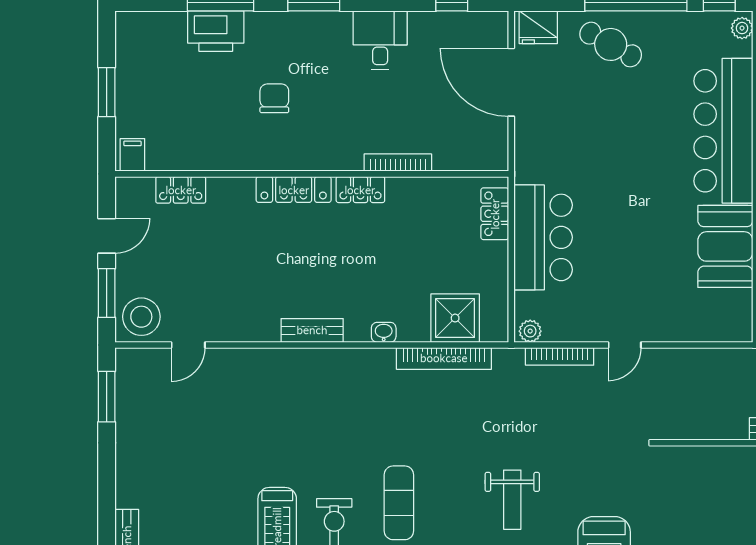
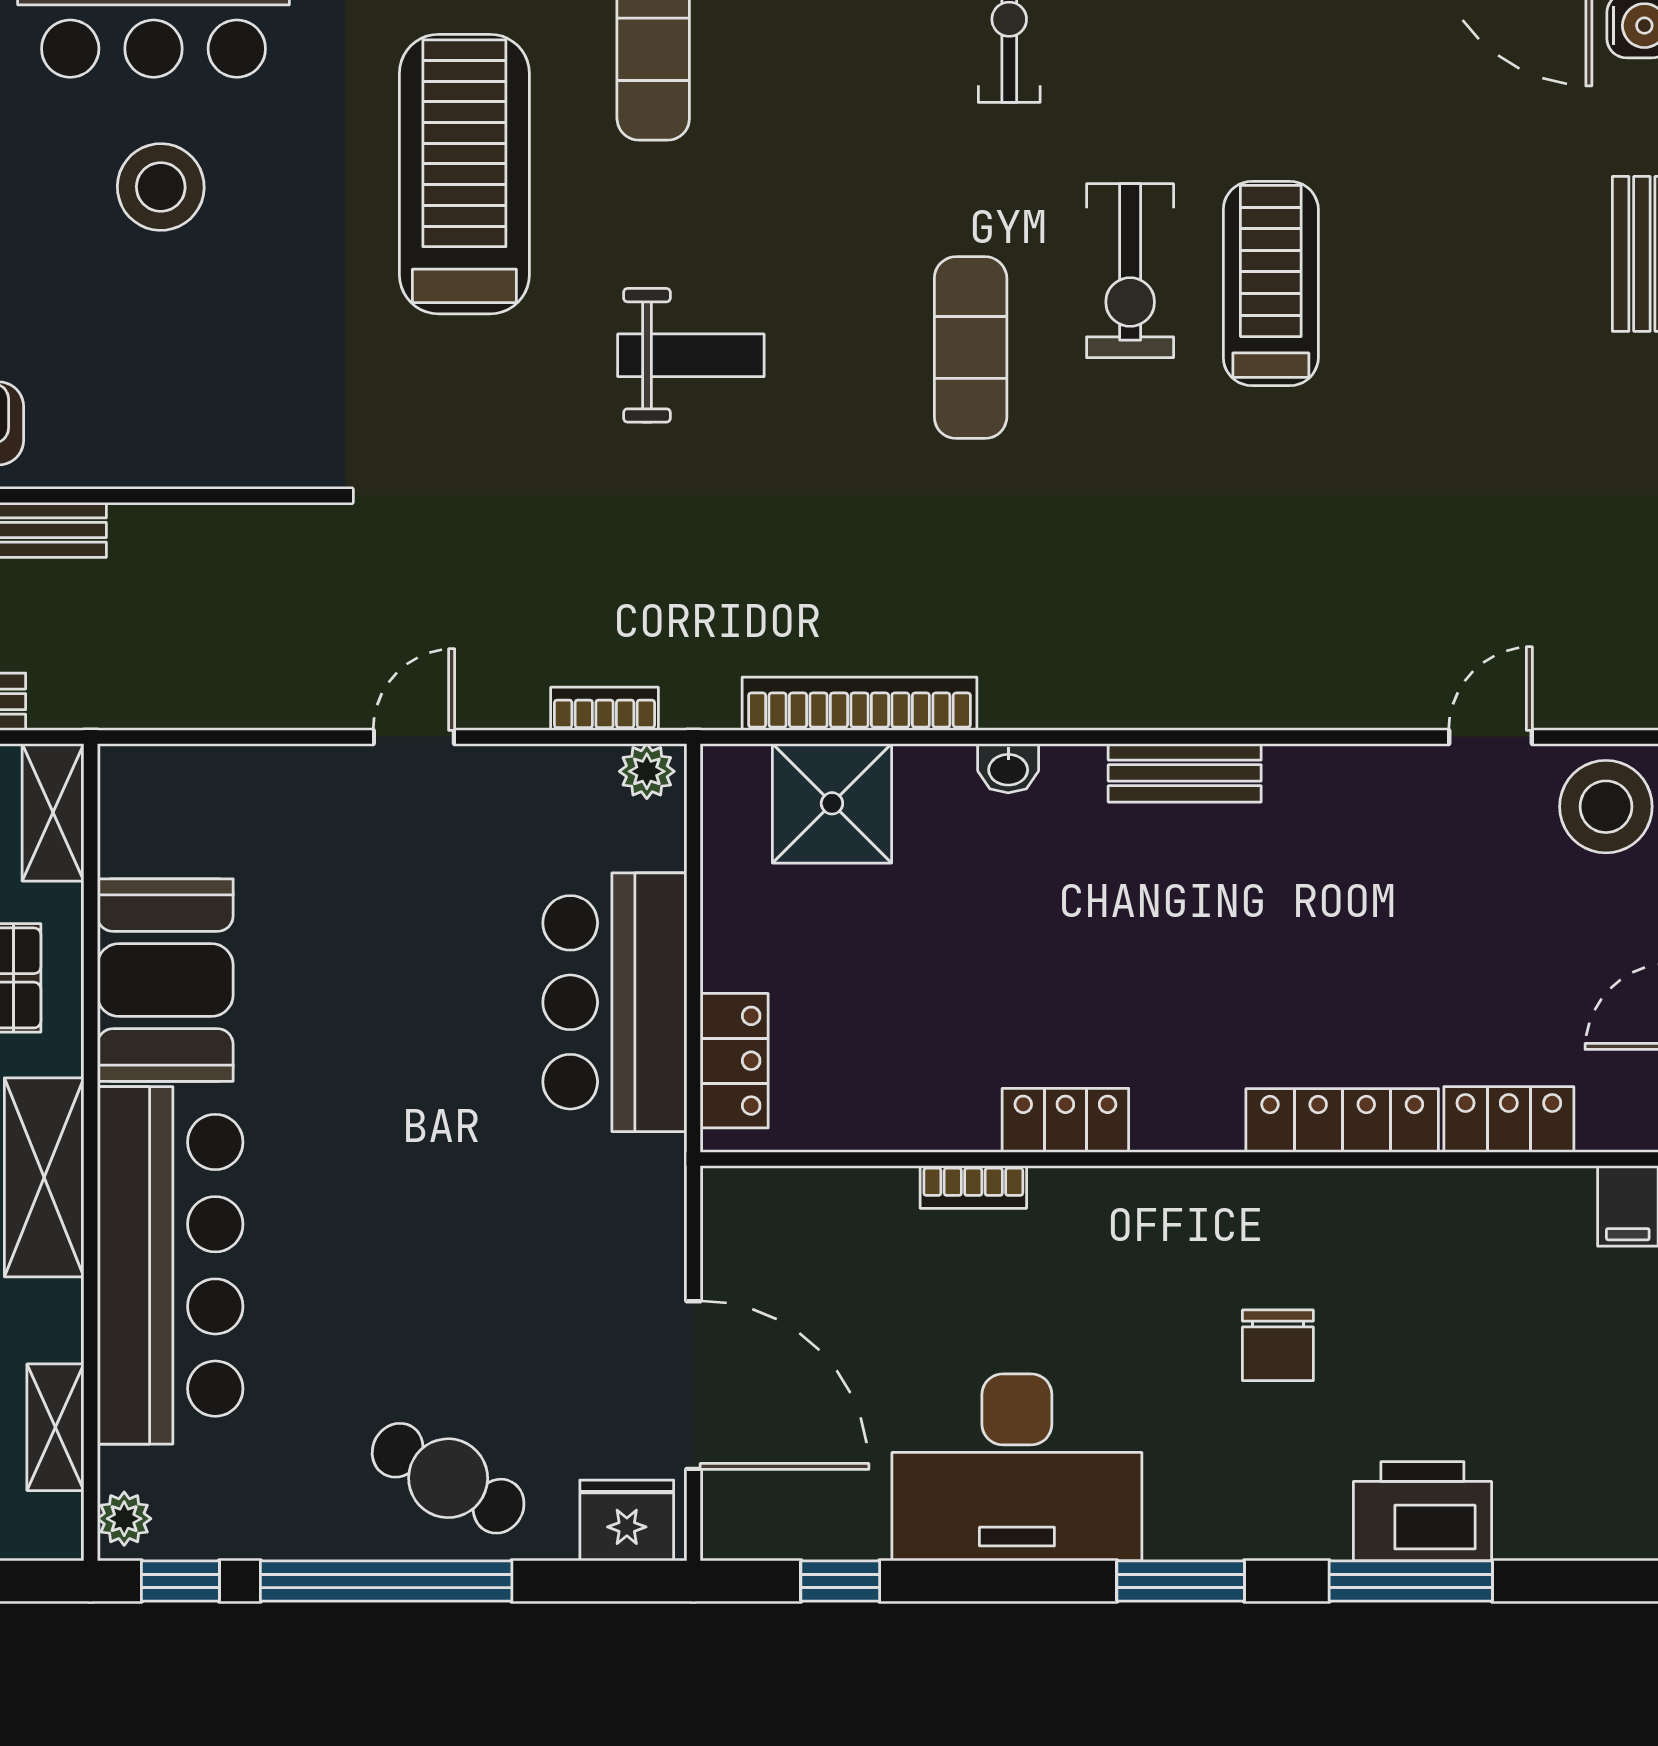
desk: (380, 40) -> (1017, 1467), width x1.87, depth x1.30
bookcase: (398, 163) -> (973, 1187), width x0.64
locker: (294, 190) -> (1342, 1120), moved
bookcase: (560, 356) -> (604, 709), width x0.64
weight bench: (512, 500) -> (691, 355), turned 90

